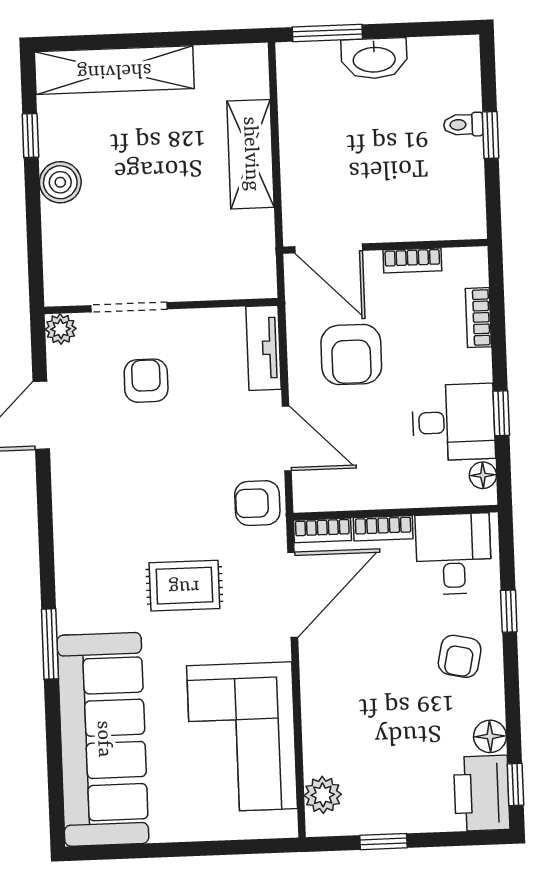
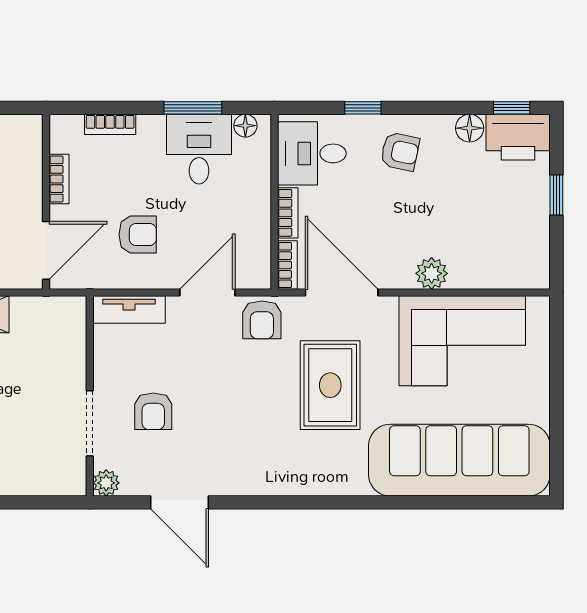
armchair: (351, 355) -> (138, 235), width x0.72, depth x0.72
armchair: (146, 381) -> (153, 411), turned -90
window: (501, 413) -> (193, 108), width x1.50
rug: (184, 586) -> (330, 385), width x1.36, depth x1.43
window: (50, 644) -> (376, 502), removed
plant: (323, 795) -> (432, 273), moved
window: (383, 842) -> (556, 195), moved

